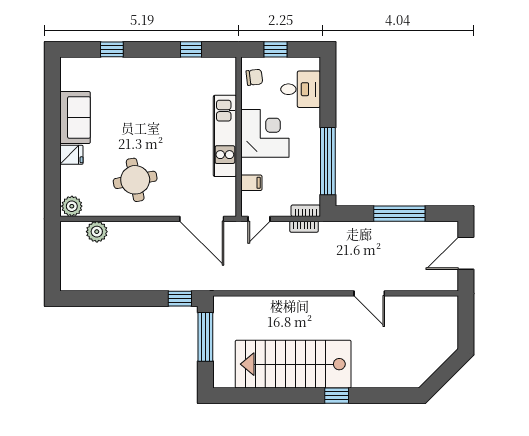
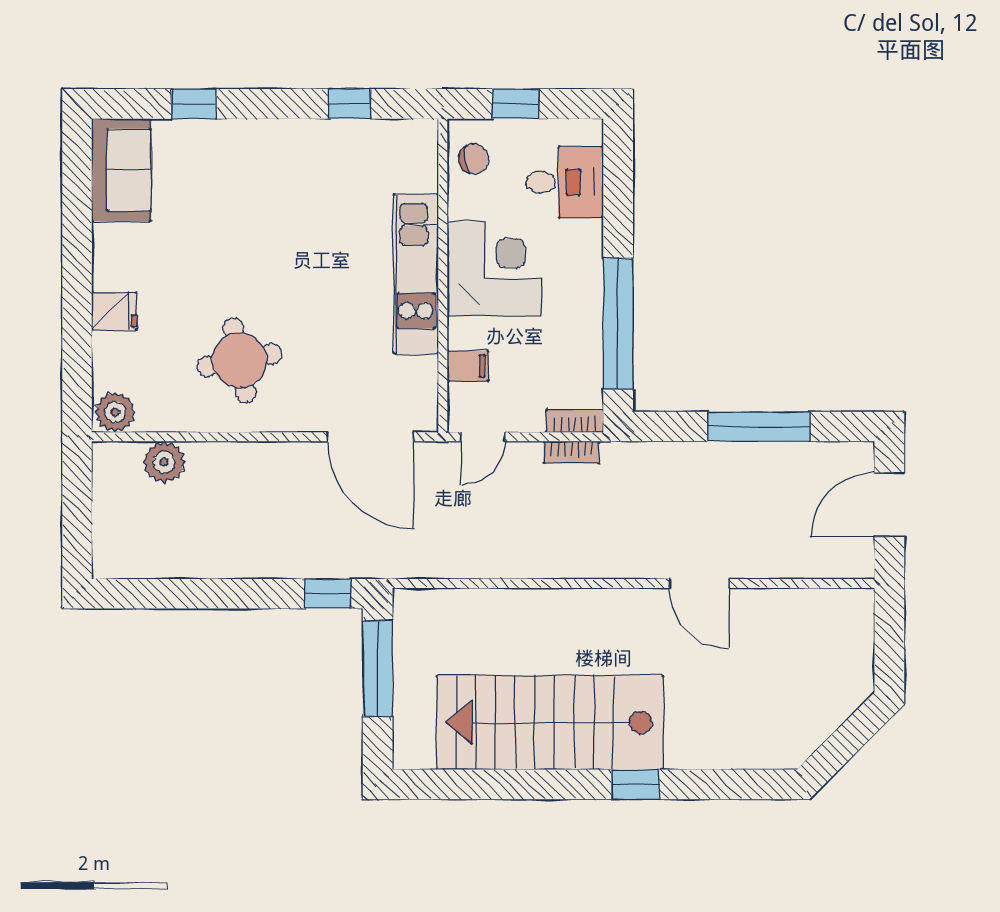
sofa: (75, 117) -> (121, 170), moved

